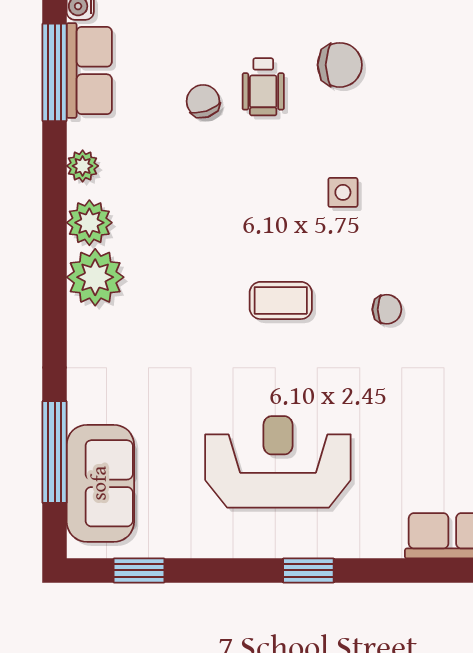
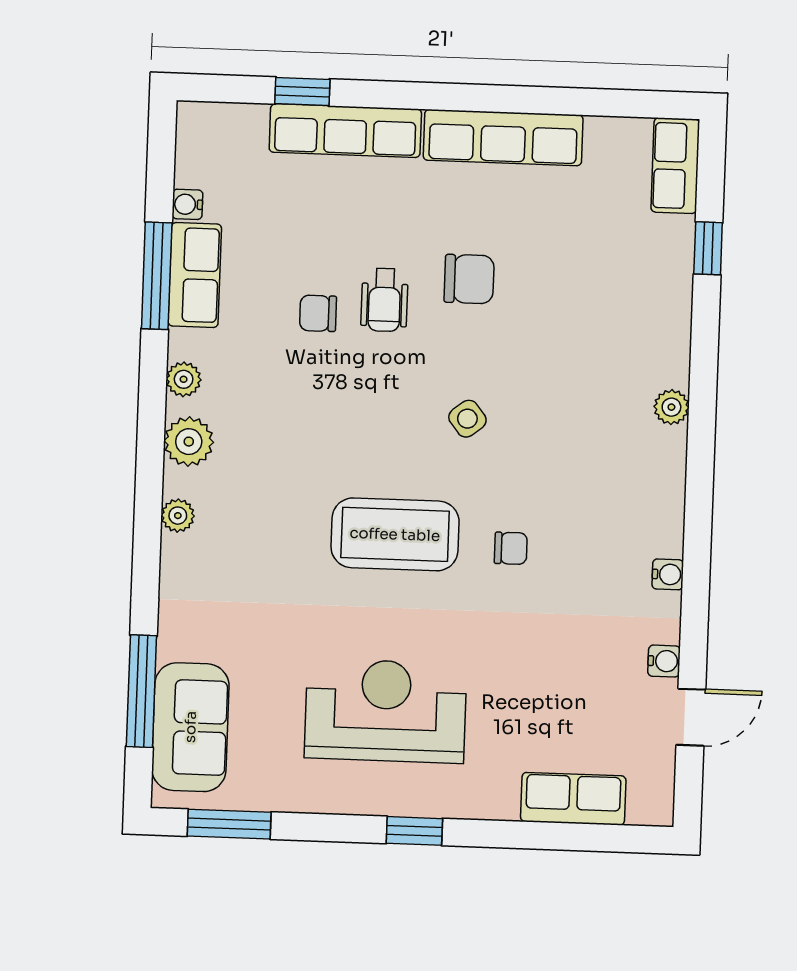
chair: (203, 101) -> (318, 313), turned -72
side table: (343, 192) -> (467, 419), turned -38
plant: (95, 277) -> (178, 516), width x0.53, depth x0.53
coffee table: (281, 300) -> (395, 534), width x1.86, depth x1.72
window: (139, 570) -> (229, 824), width x1.50

